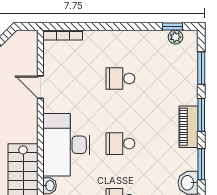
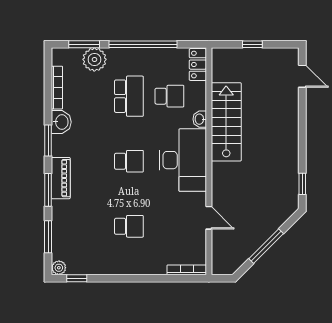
plant: (175, 37) -> (59, 268), moved

